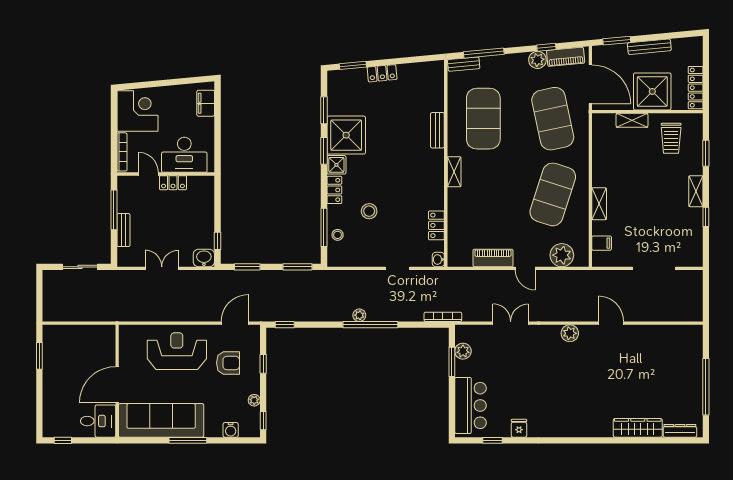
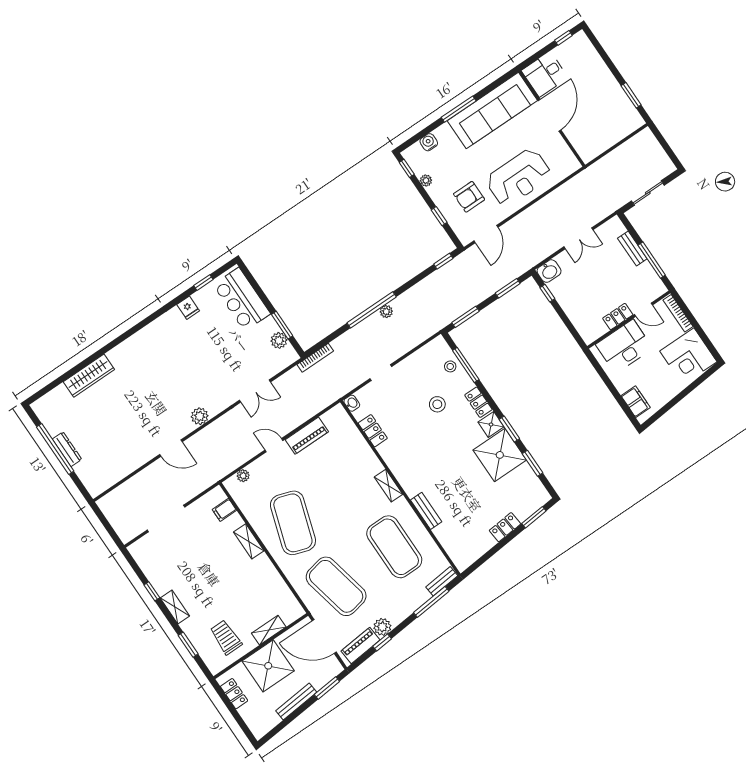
locker: (696, 88) -> (234, 694), width x0.66
plant: (562, 255) -> (243, 476), width x0.53, depth x0.53
dresser: (680, 431) -> (67, 449), moved, turned -90

